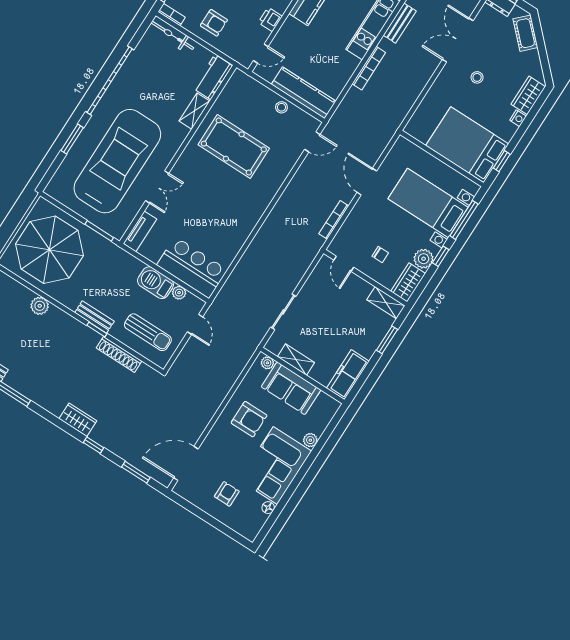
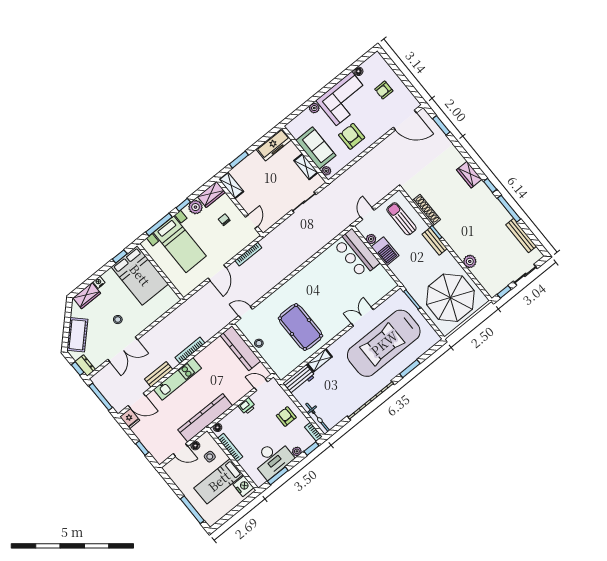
cot: (525, 33) -> (77, 335), width x1.37, depth x1.34
tv unit: (140, 231) -> (384, 290), removed
window: (93, 445) -> (490, 185), moved

